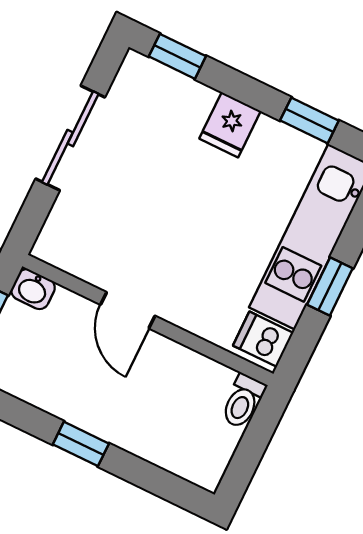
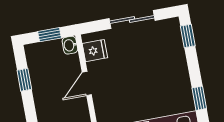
fridge: (230, 125) -> (95, 51), moved, turned 180
window: (81, 444) -> (24, 80), moved

